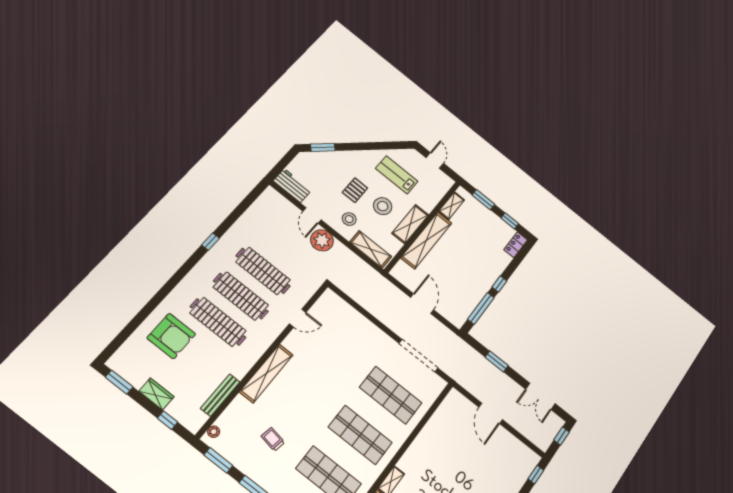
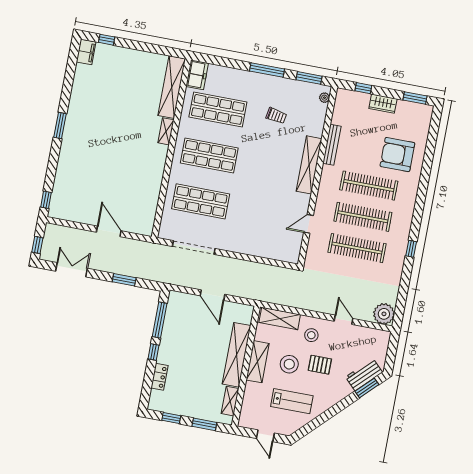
workbench: (292, 186) -> (364, 375), moved, turned 135
pallet: (355, 190) -> (320, 365), turned 90
plant: (322, 240) -> (384, 314), moved
locker: (516, 245) -> (160, 377), moved
bench: (220, 395) -> (332, 145), moved

